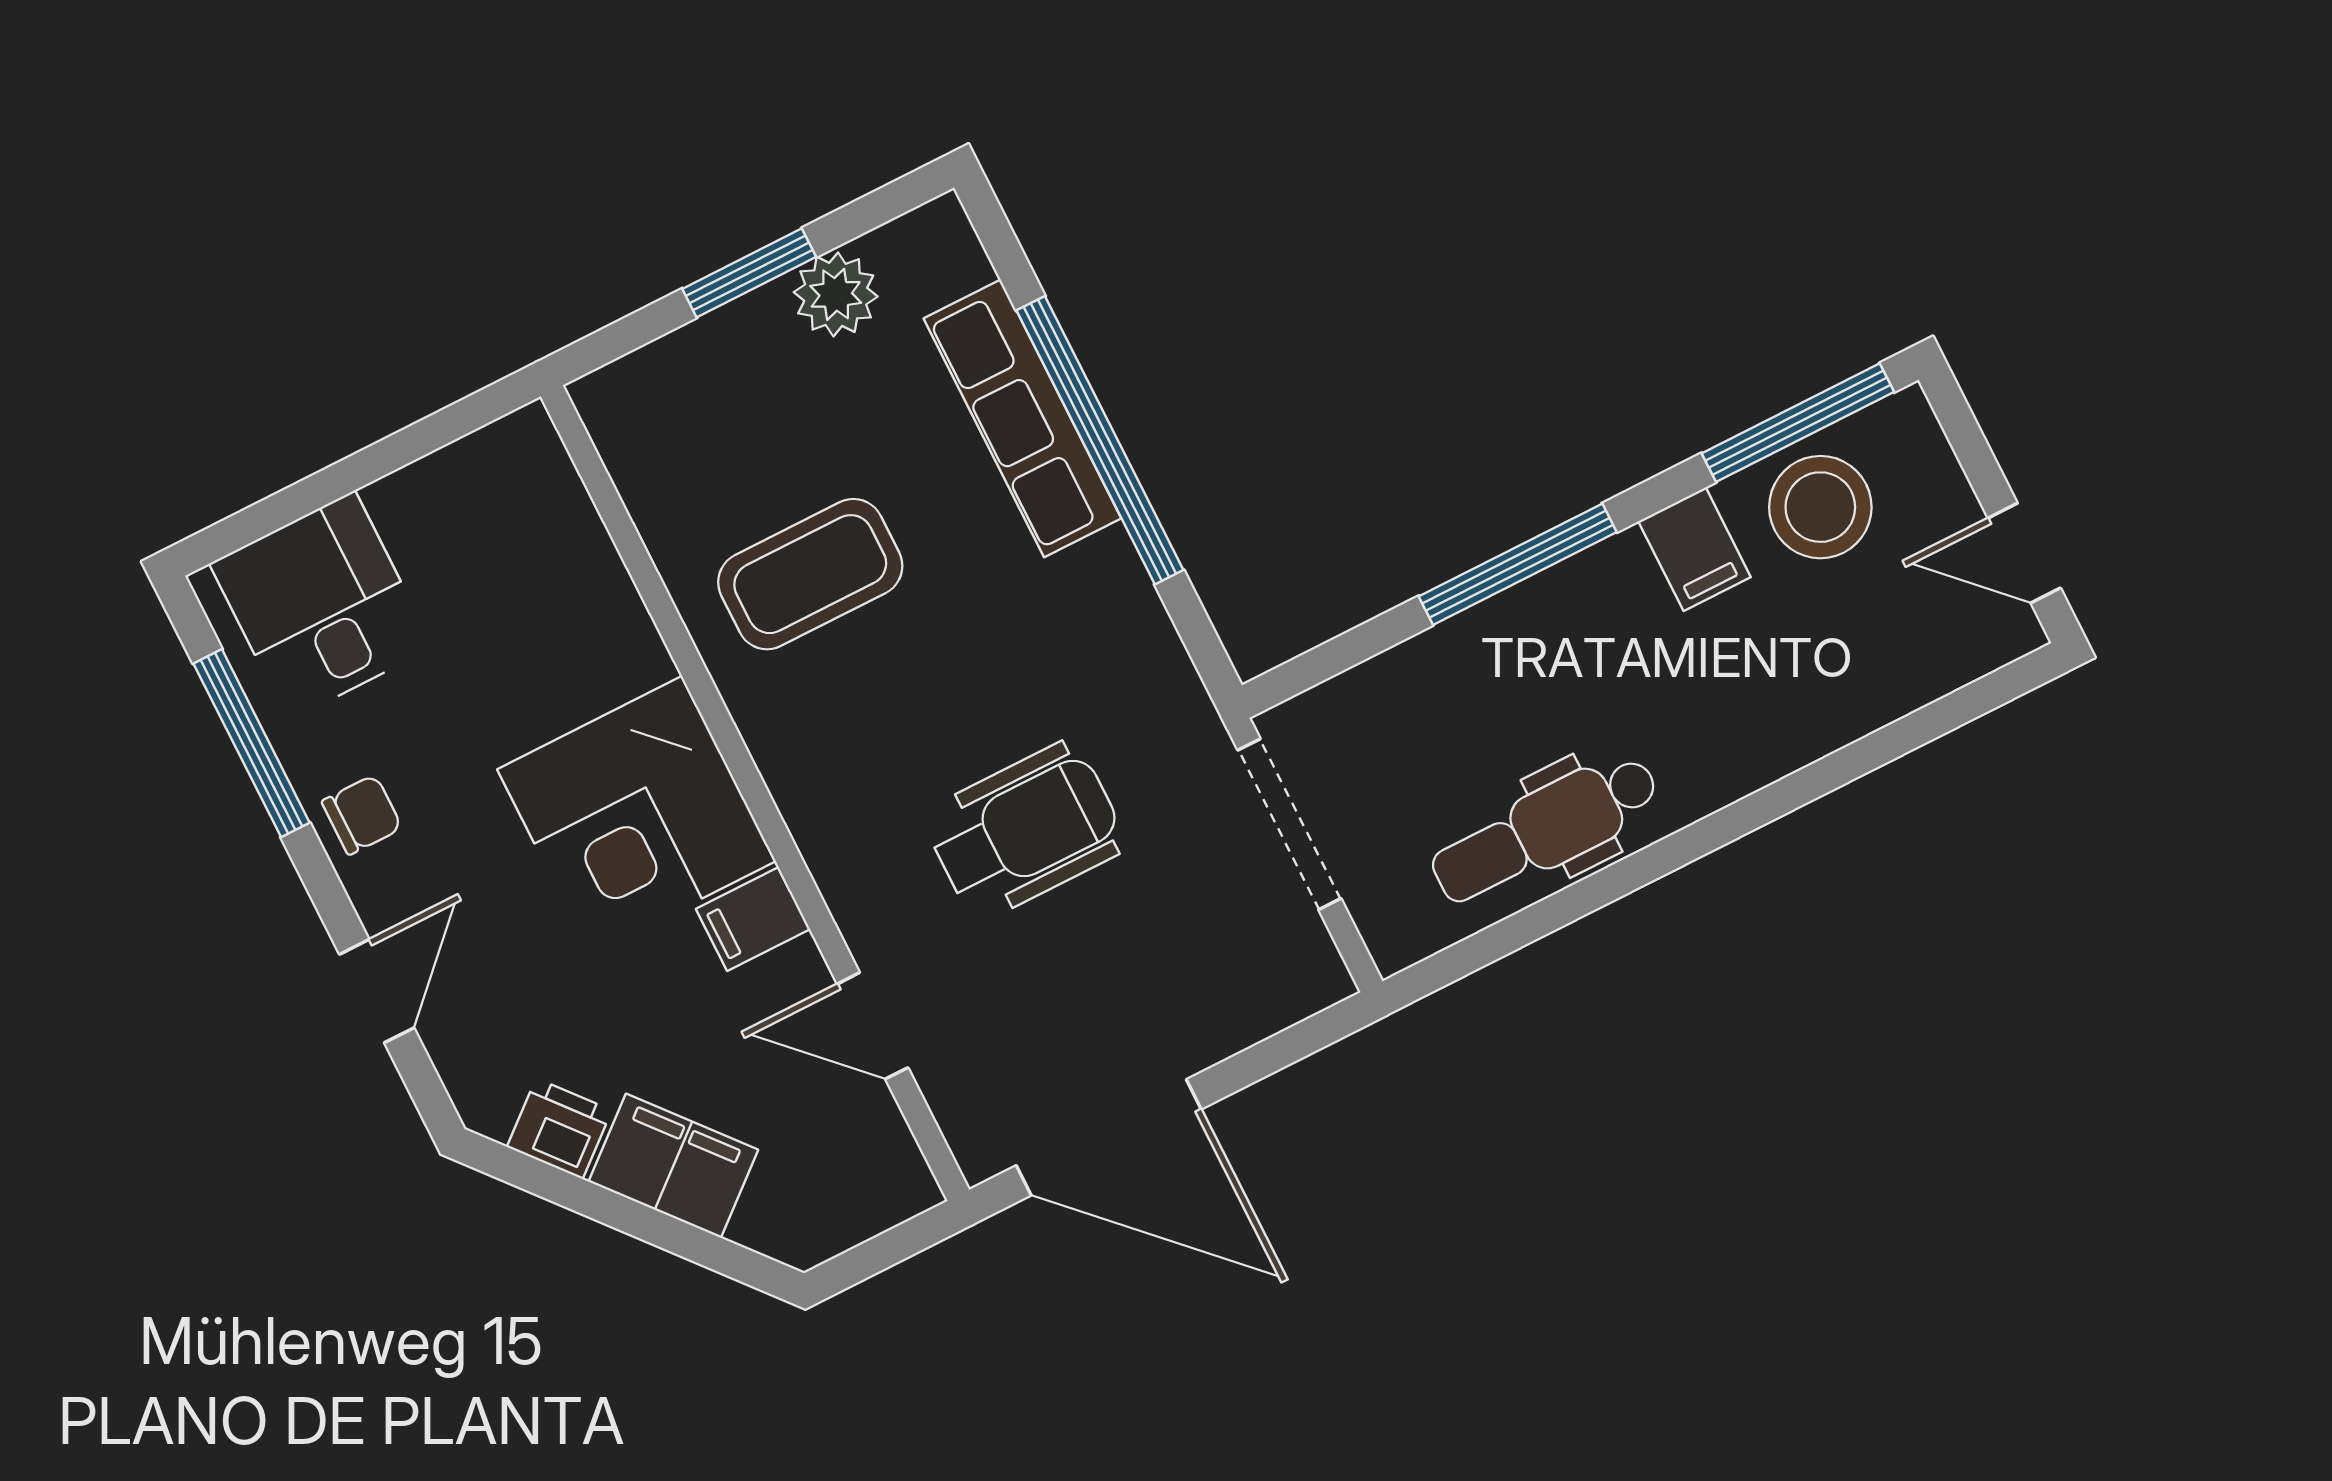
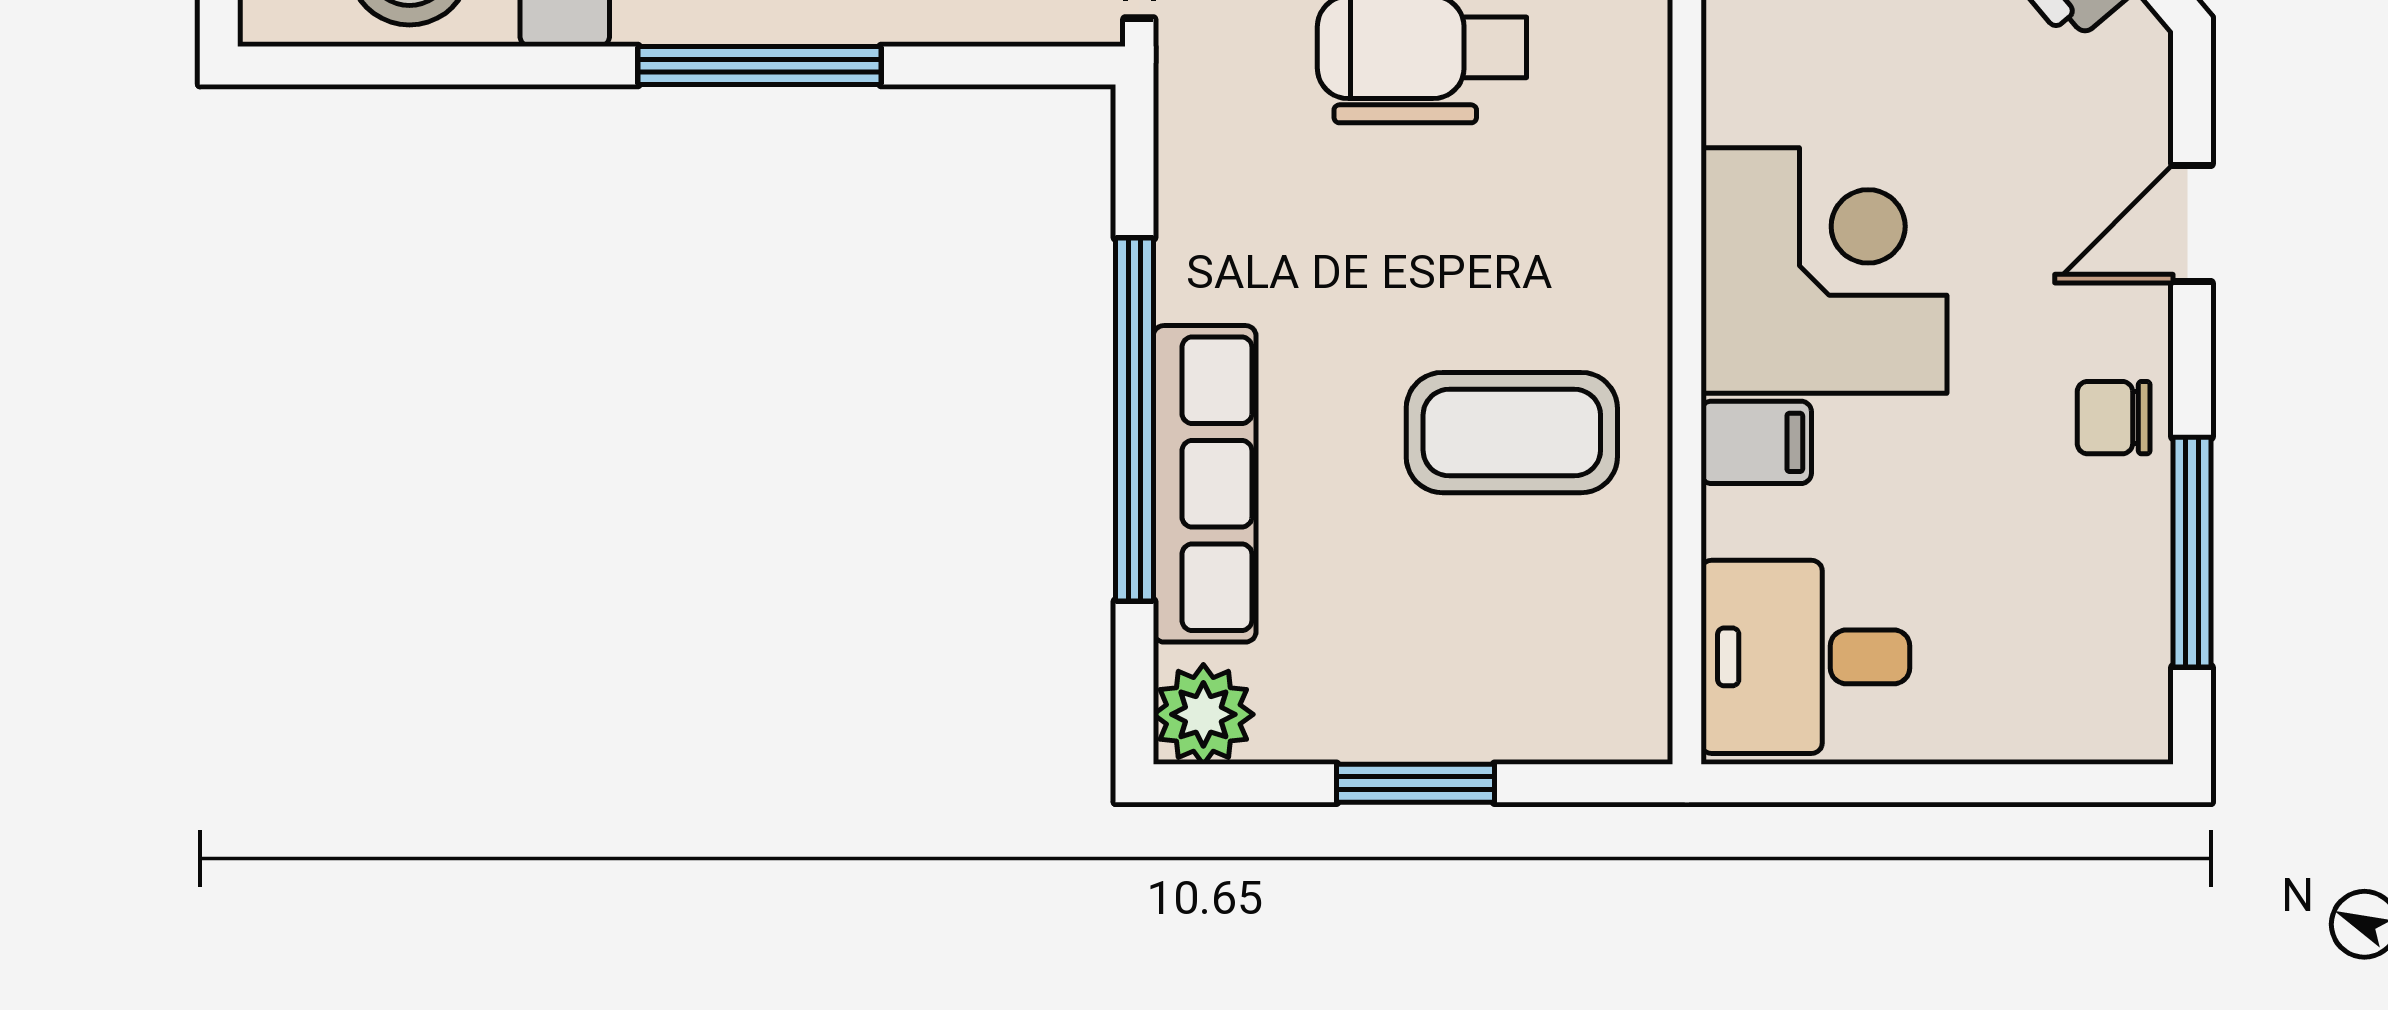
plant: (836, 294) -> (1203, 714), moved
window: (1798, 423) -> (388, 66), removed
desk: (322, 606) -> (1805, 657), moved, turned 90
filing cabinet: (753, 919) -> (1756, 442), moved

